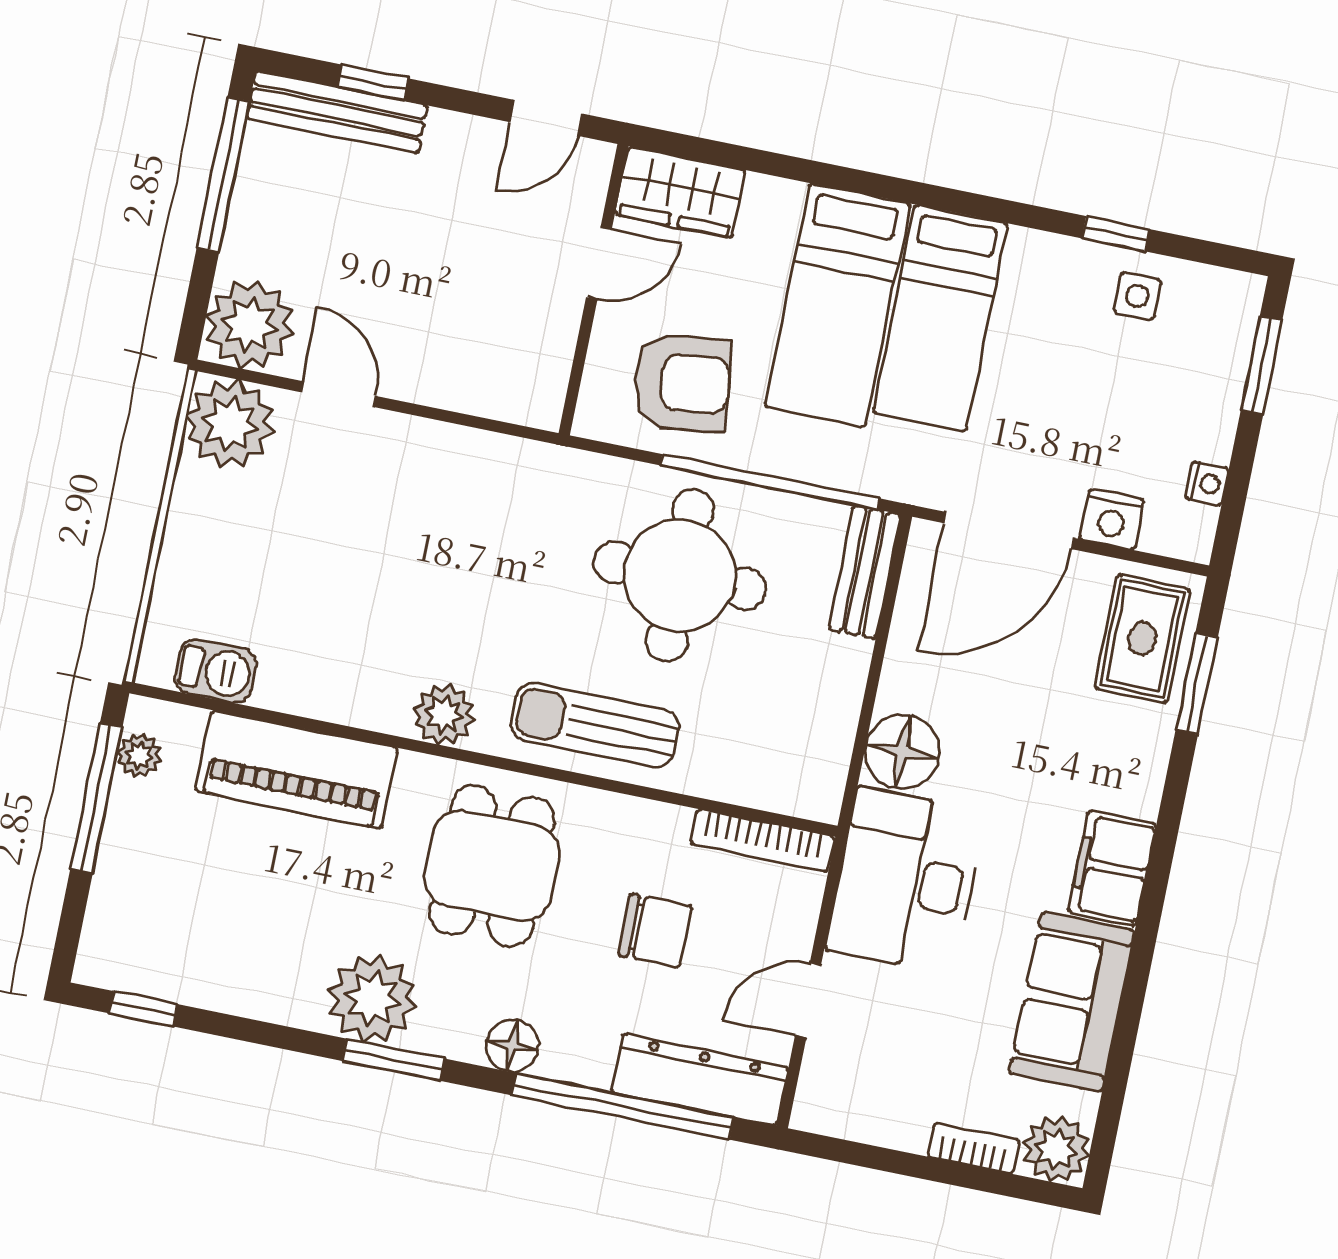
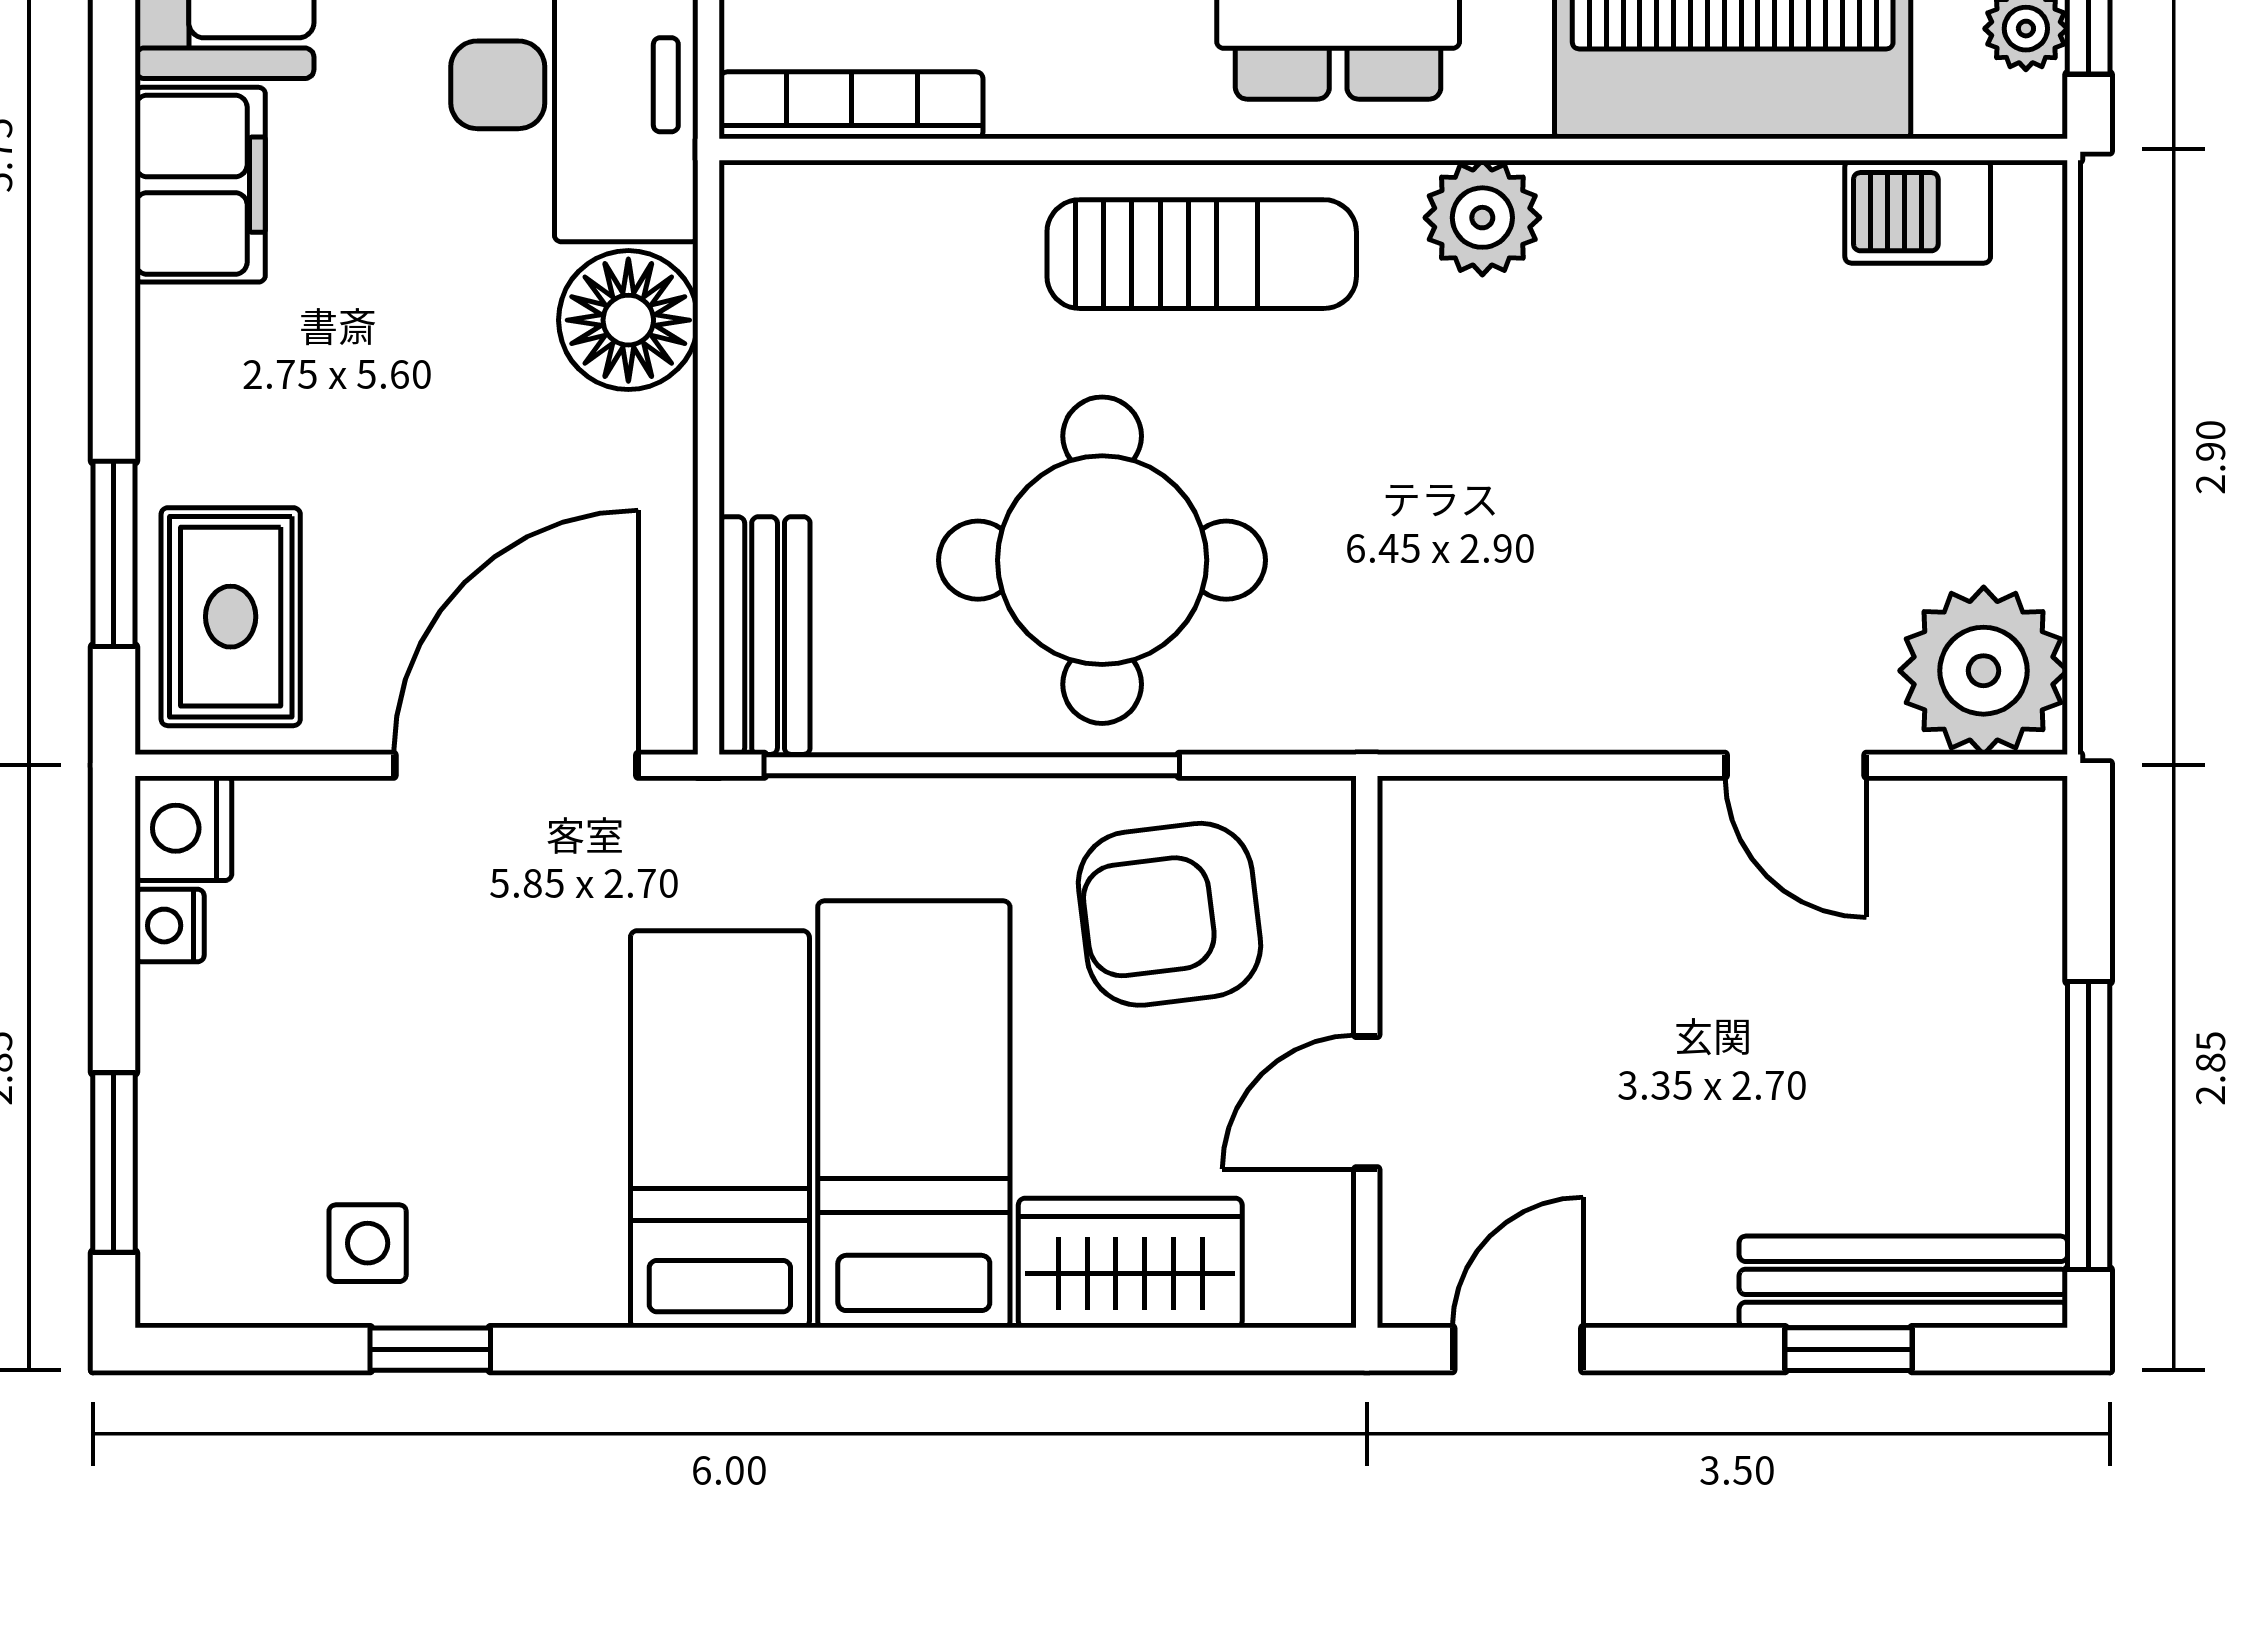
wardrobe: (680, 192) -> (1130, 1263), moved
plant: (250, 325) -> (1984, 859), removed
nightstand: (1112, 519) -> (183, 828), moved, turned -90

